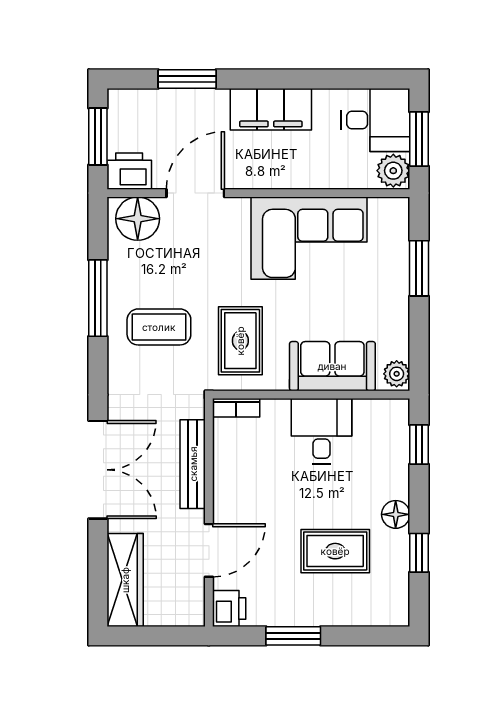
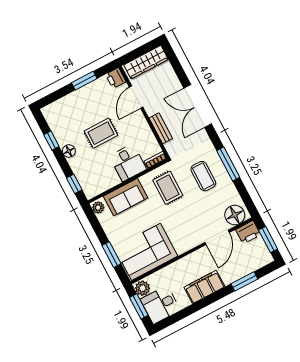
corner sofa: (309, 238) -> (146, 252), moved
window: (98, 298) -> (228, 164), moved
coffee table: (159, 327) -> (203, 176), turned 90
desk: (322, 431) -> (128, 163), moved
bench: (193, 464) -> (161, 128), width x0.73
rug: (335, 551) -> (101, 133), moved
wardrobe: (125, 580) -> (146, 62), moved, turned -90

